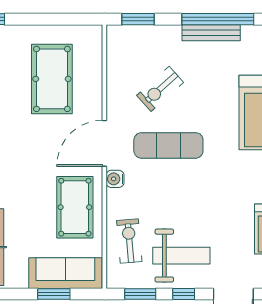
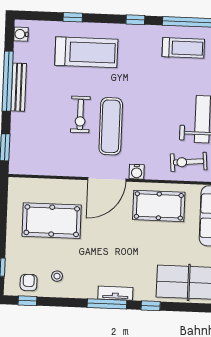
exercise bike: (160, 89) -> (80, 114), moved, turned 42
door: (104, 143) -> (107, 179), hinge flipped

